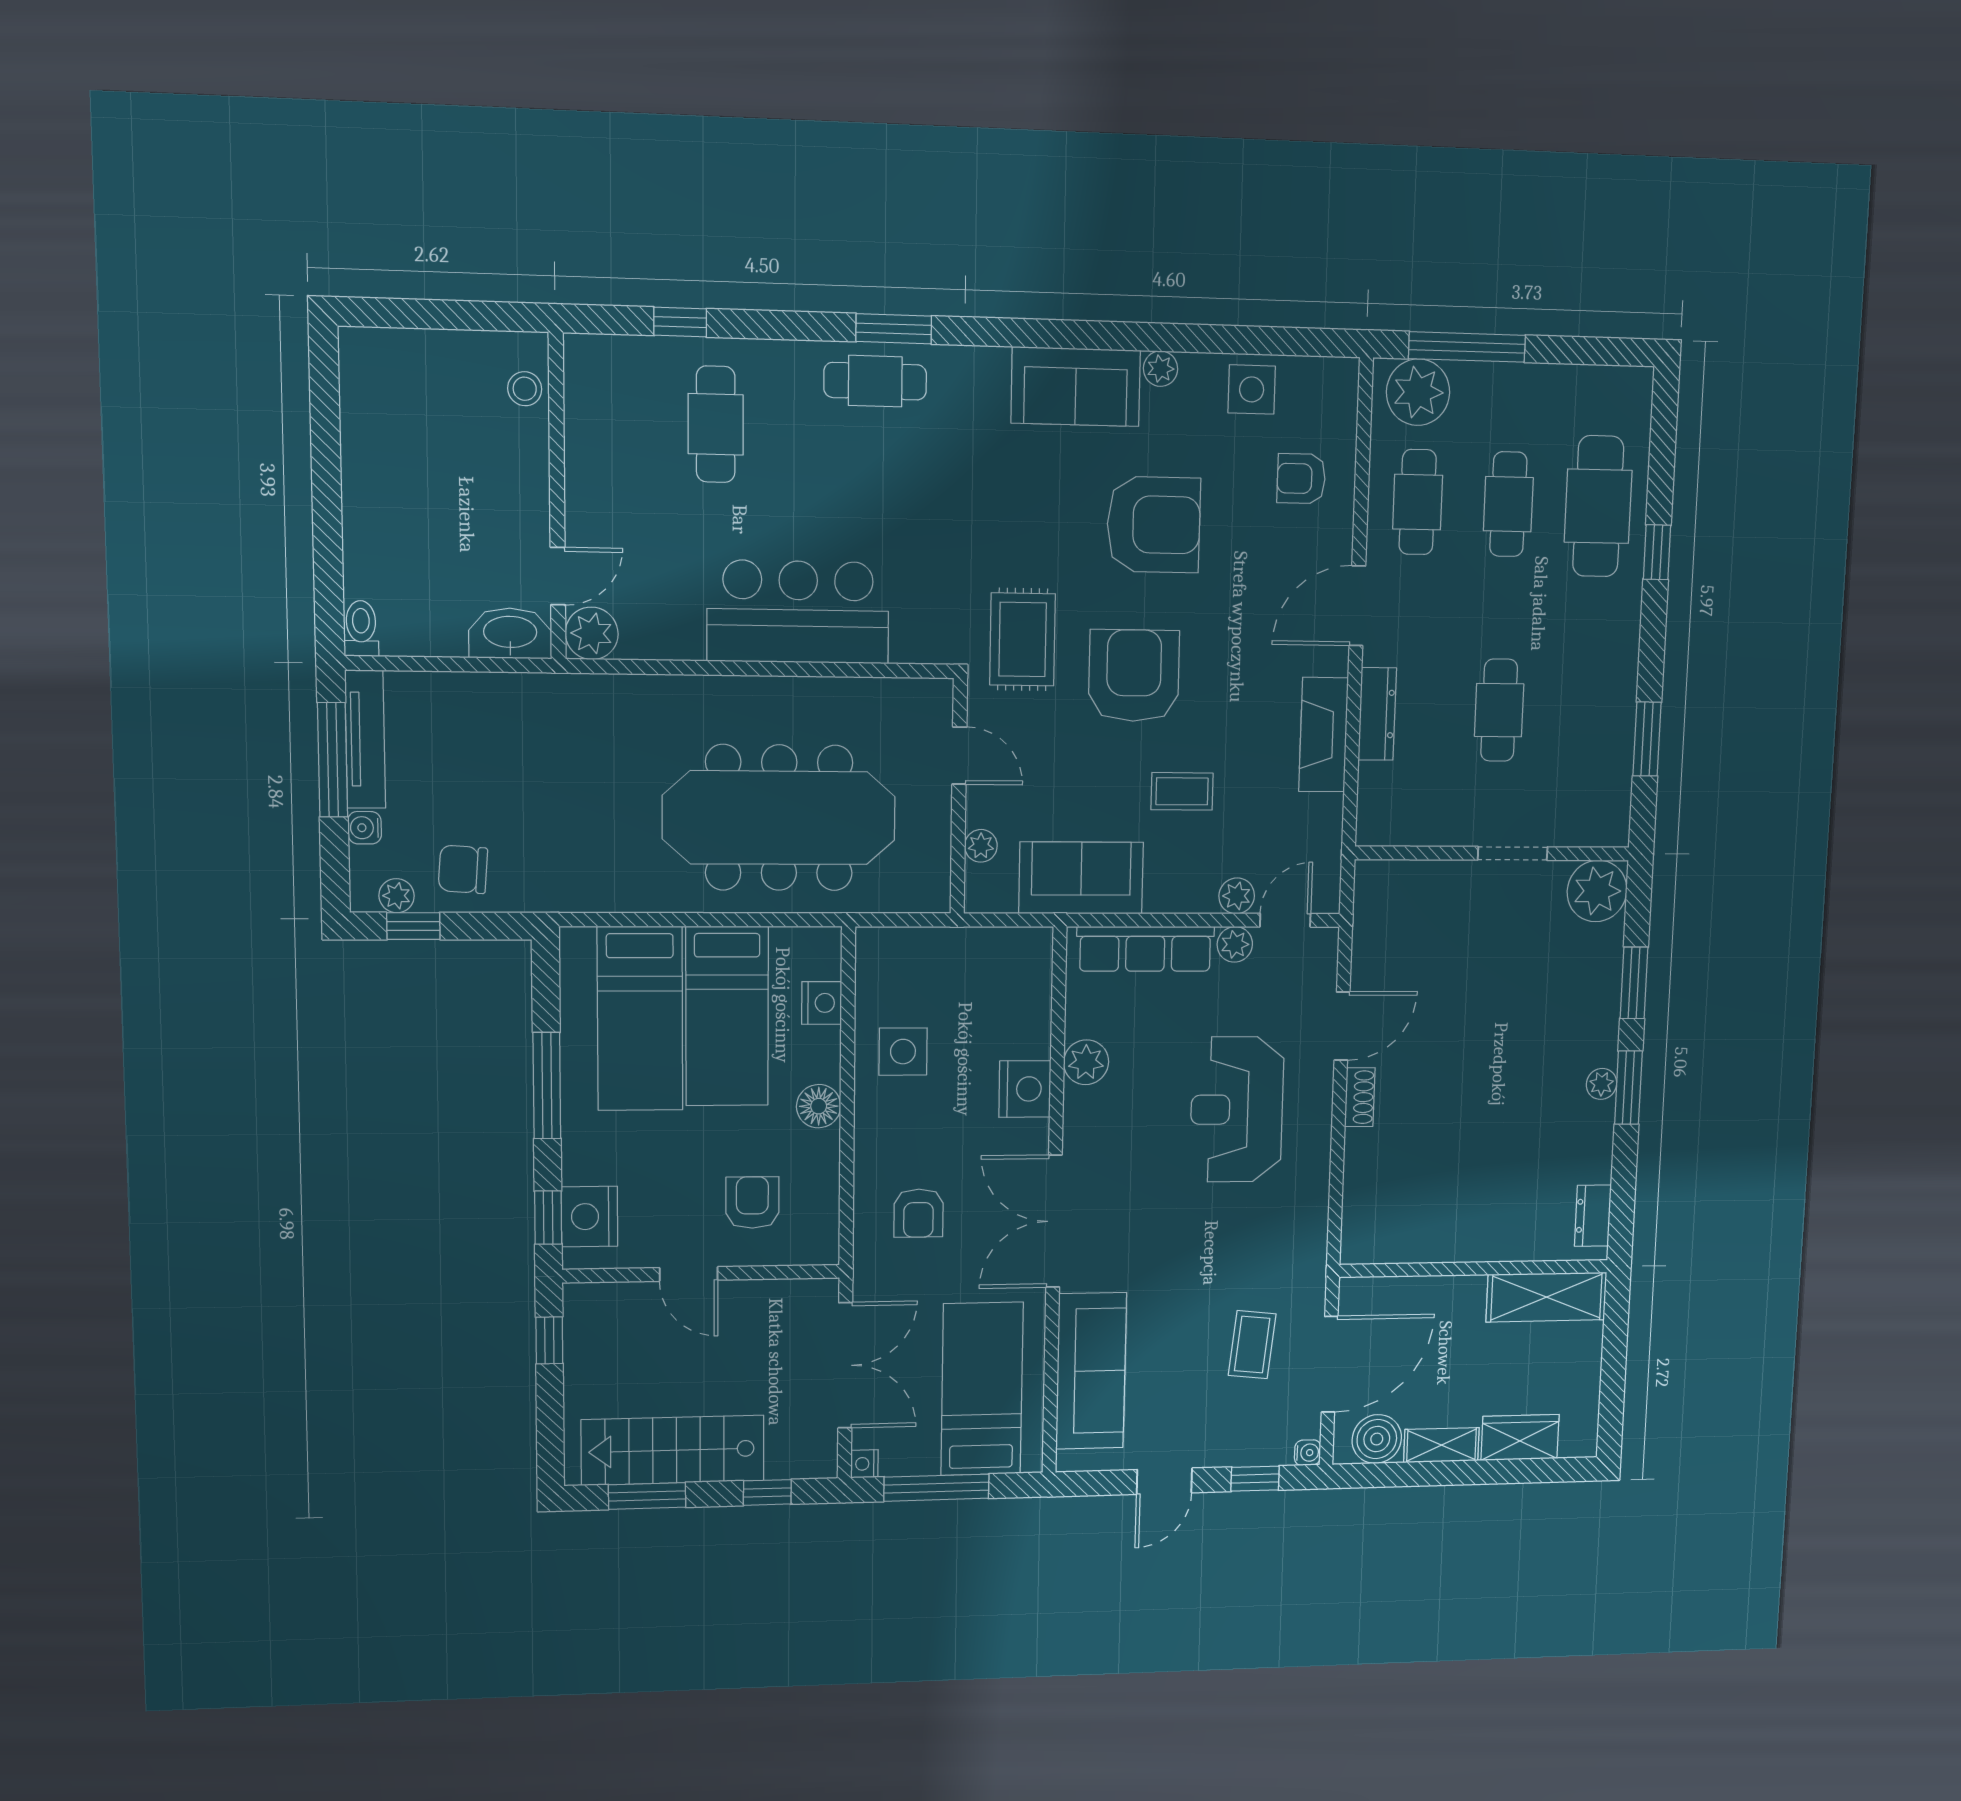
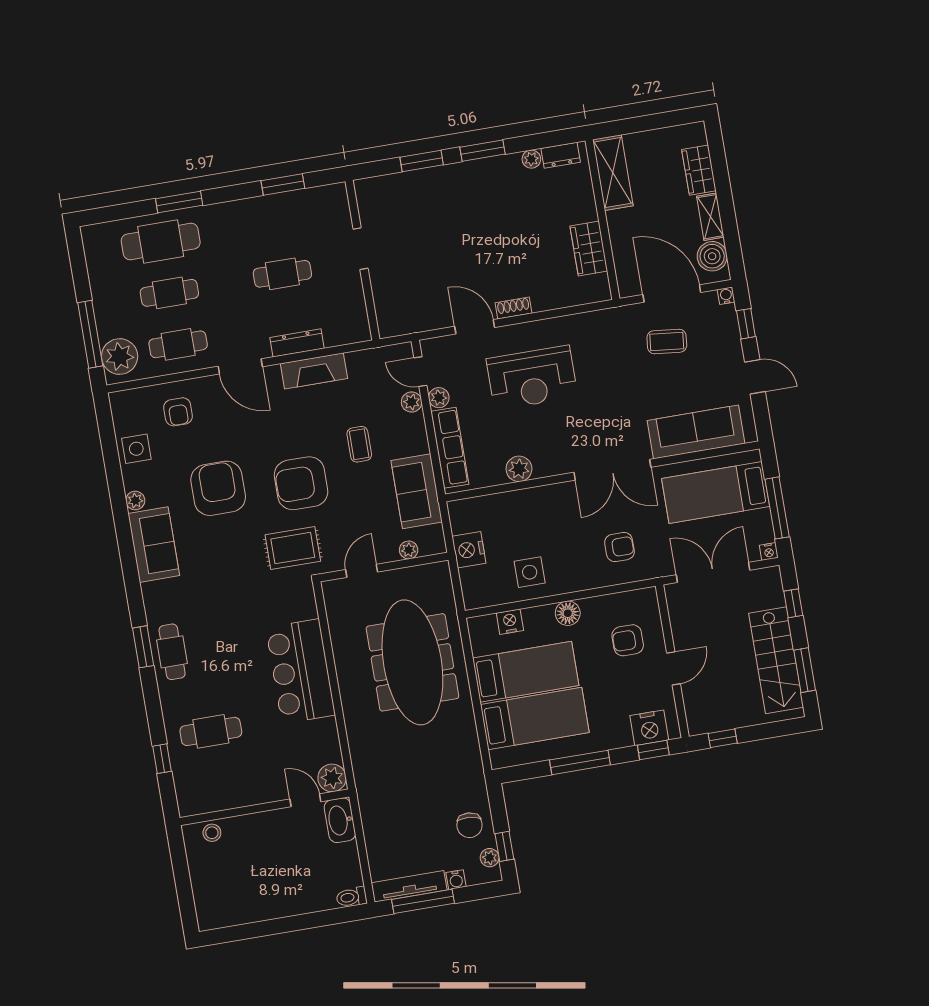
window: (1657, 552) -> (179, 202), width x1.50
plant: (1597, 891) -> (373, 195), removed
plant: (1601, 1084) -> (531, 159), moved
nightstand: (1025, 1089) -> (469, 550), moved, turned -90
wardrobe: (1432, 1239) -> (589, 248), added

